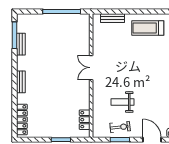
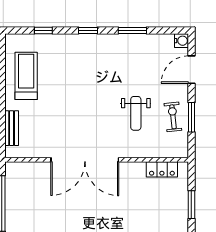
treadmill: (148, 28) -> (26, 76), turned 180
double door: (91, 68) -> (85, 160), width x1.87

